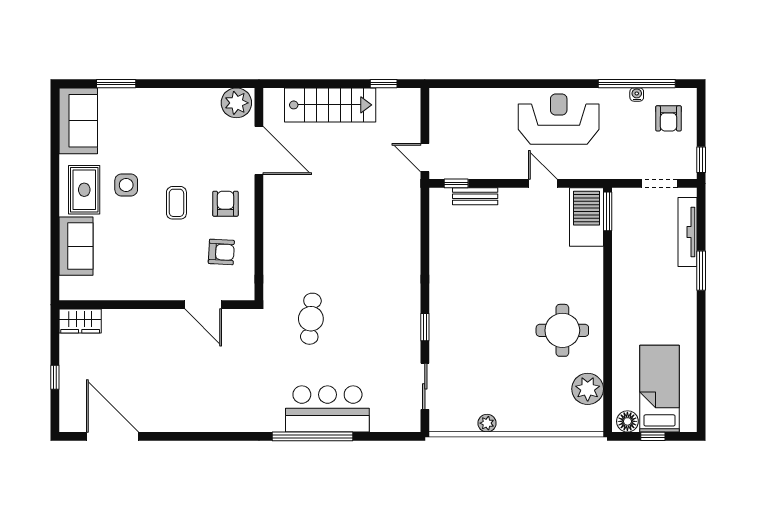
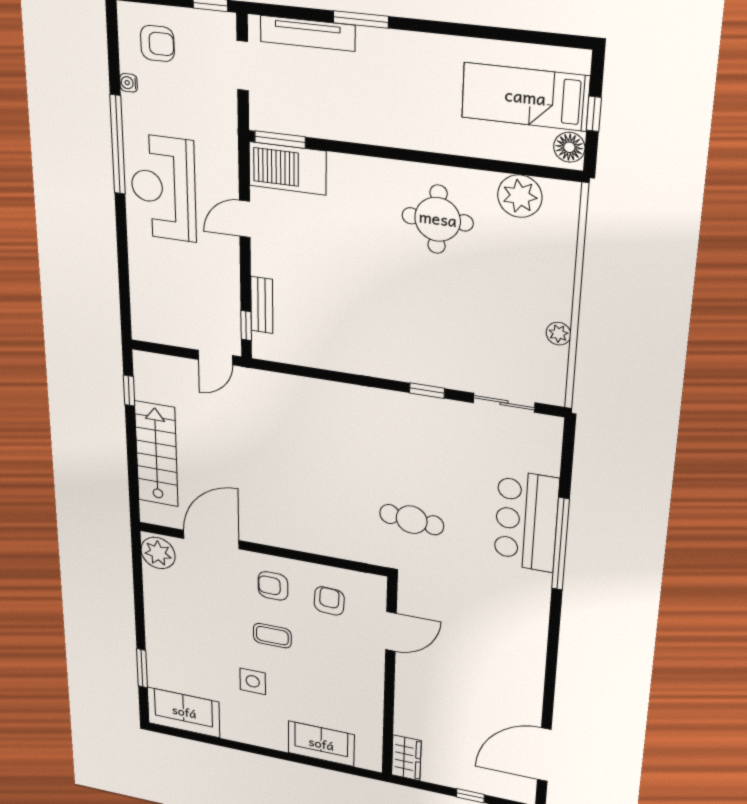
window: (637, 84) -> (118, 145), moved
rug: (84, 190) -> (258, 723), removed

